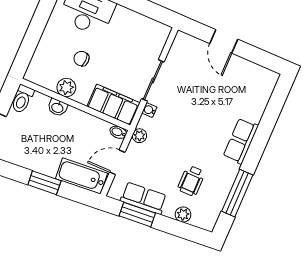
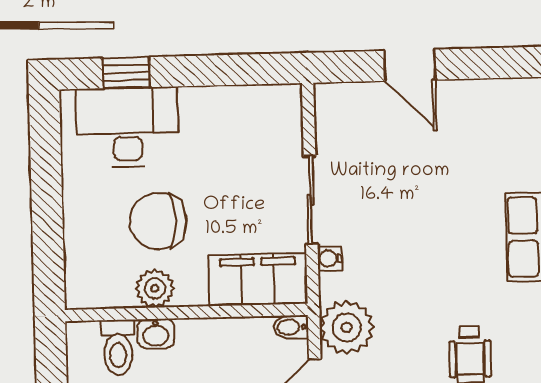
chair: (81, 59) -> (158, 221), width x1.87, depth x1.87
toilet: (22, 99) -> (118, 347), moved
plant: (139, 136) -> (347, 327), width x1.88, depth x1.88

